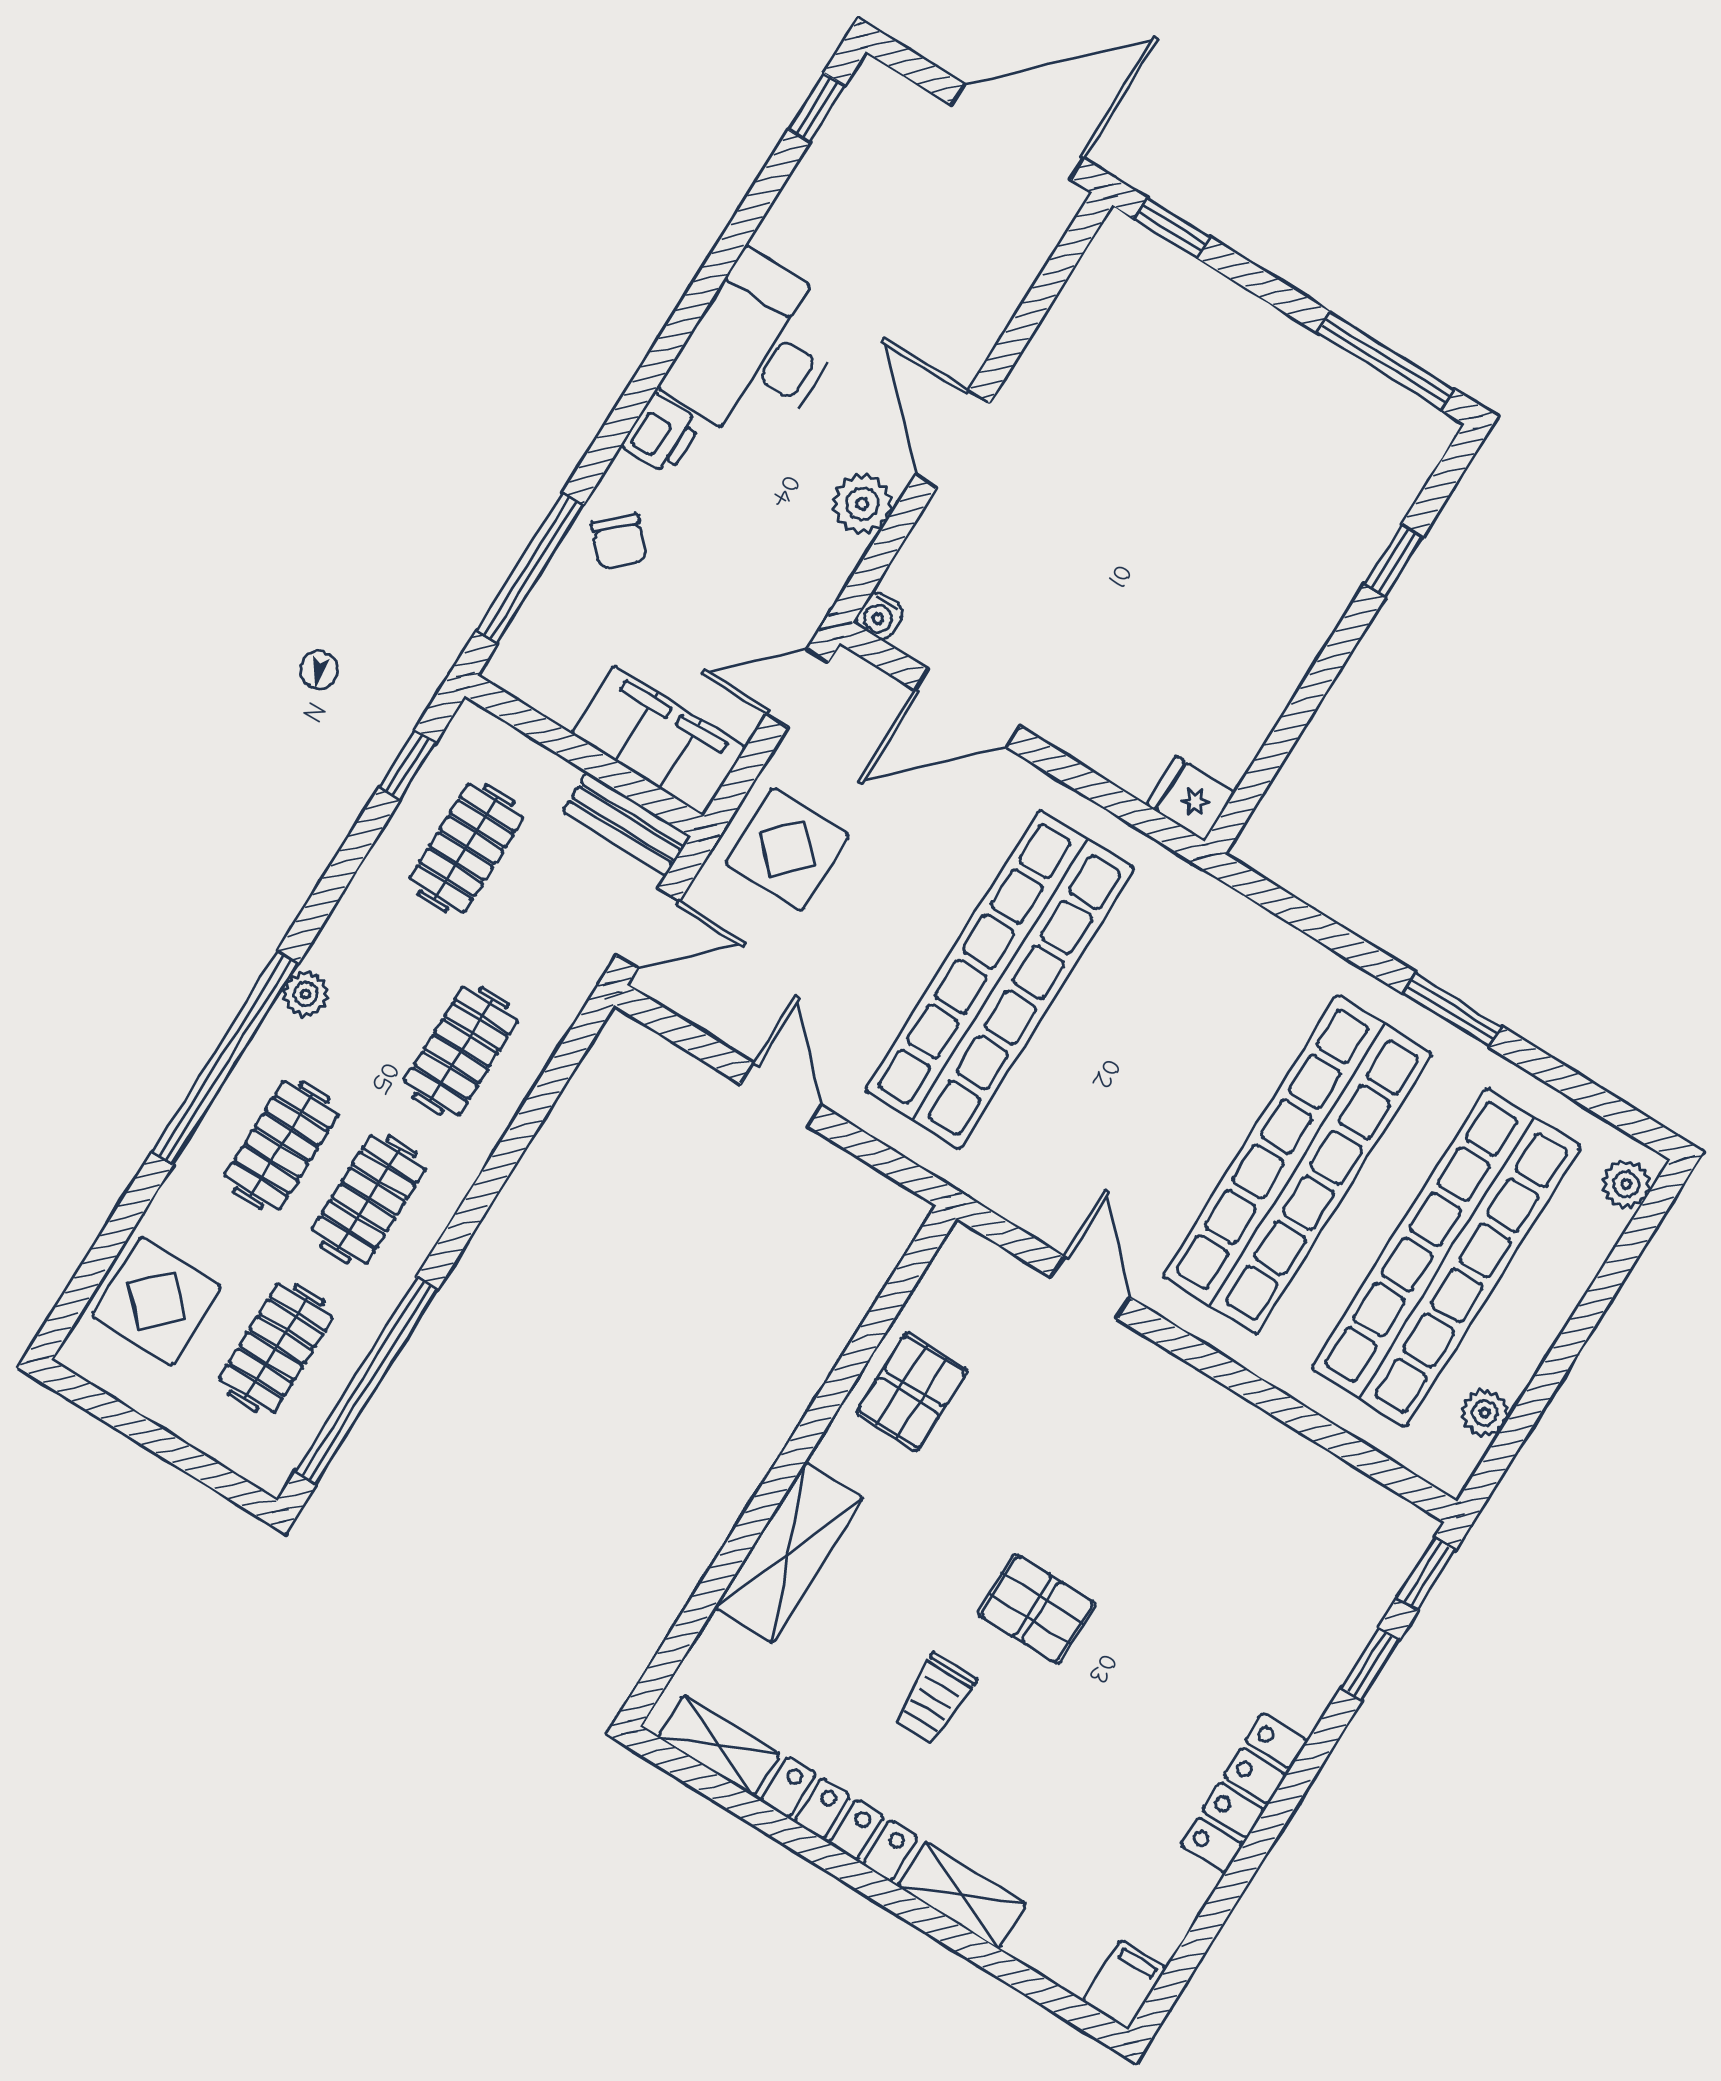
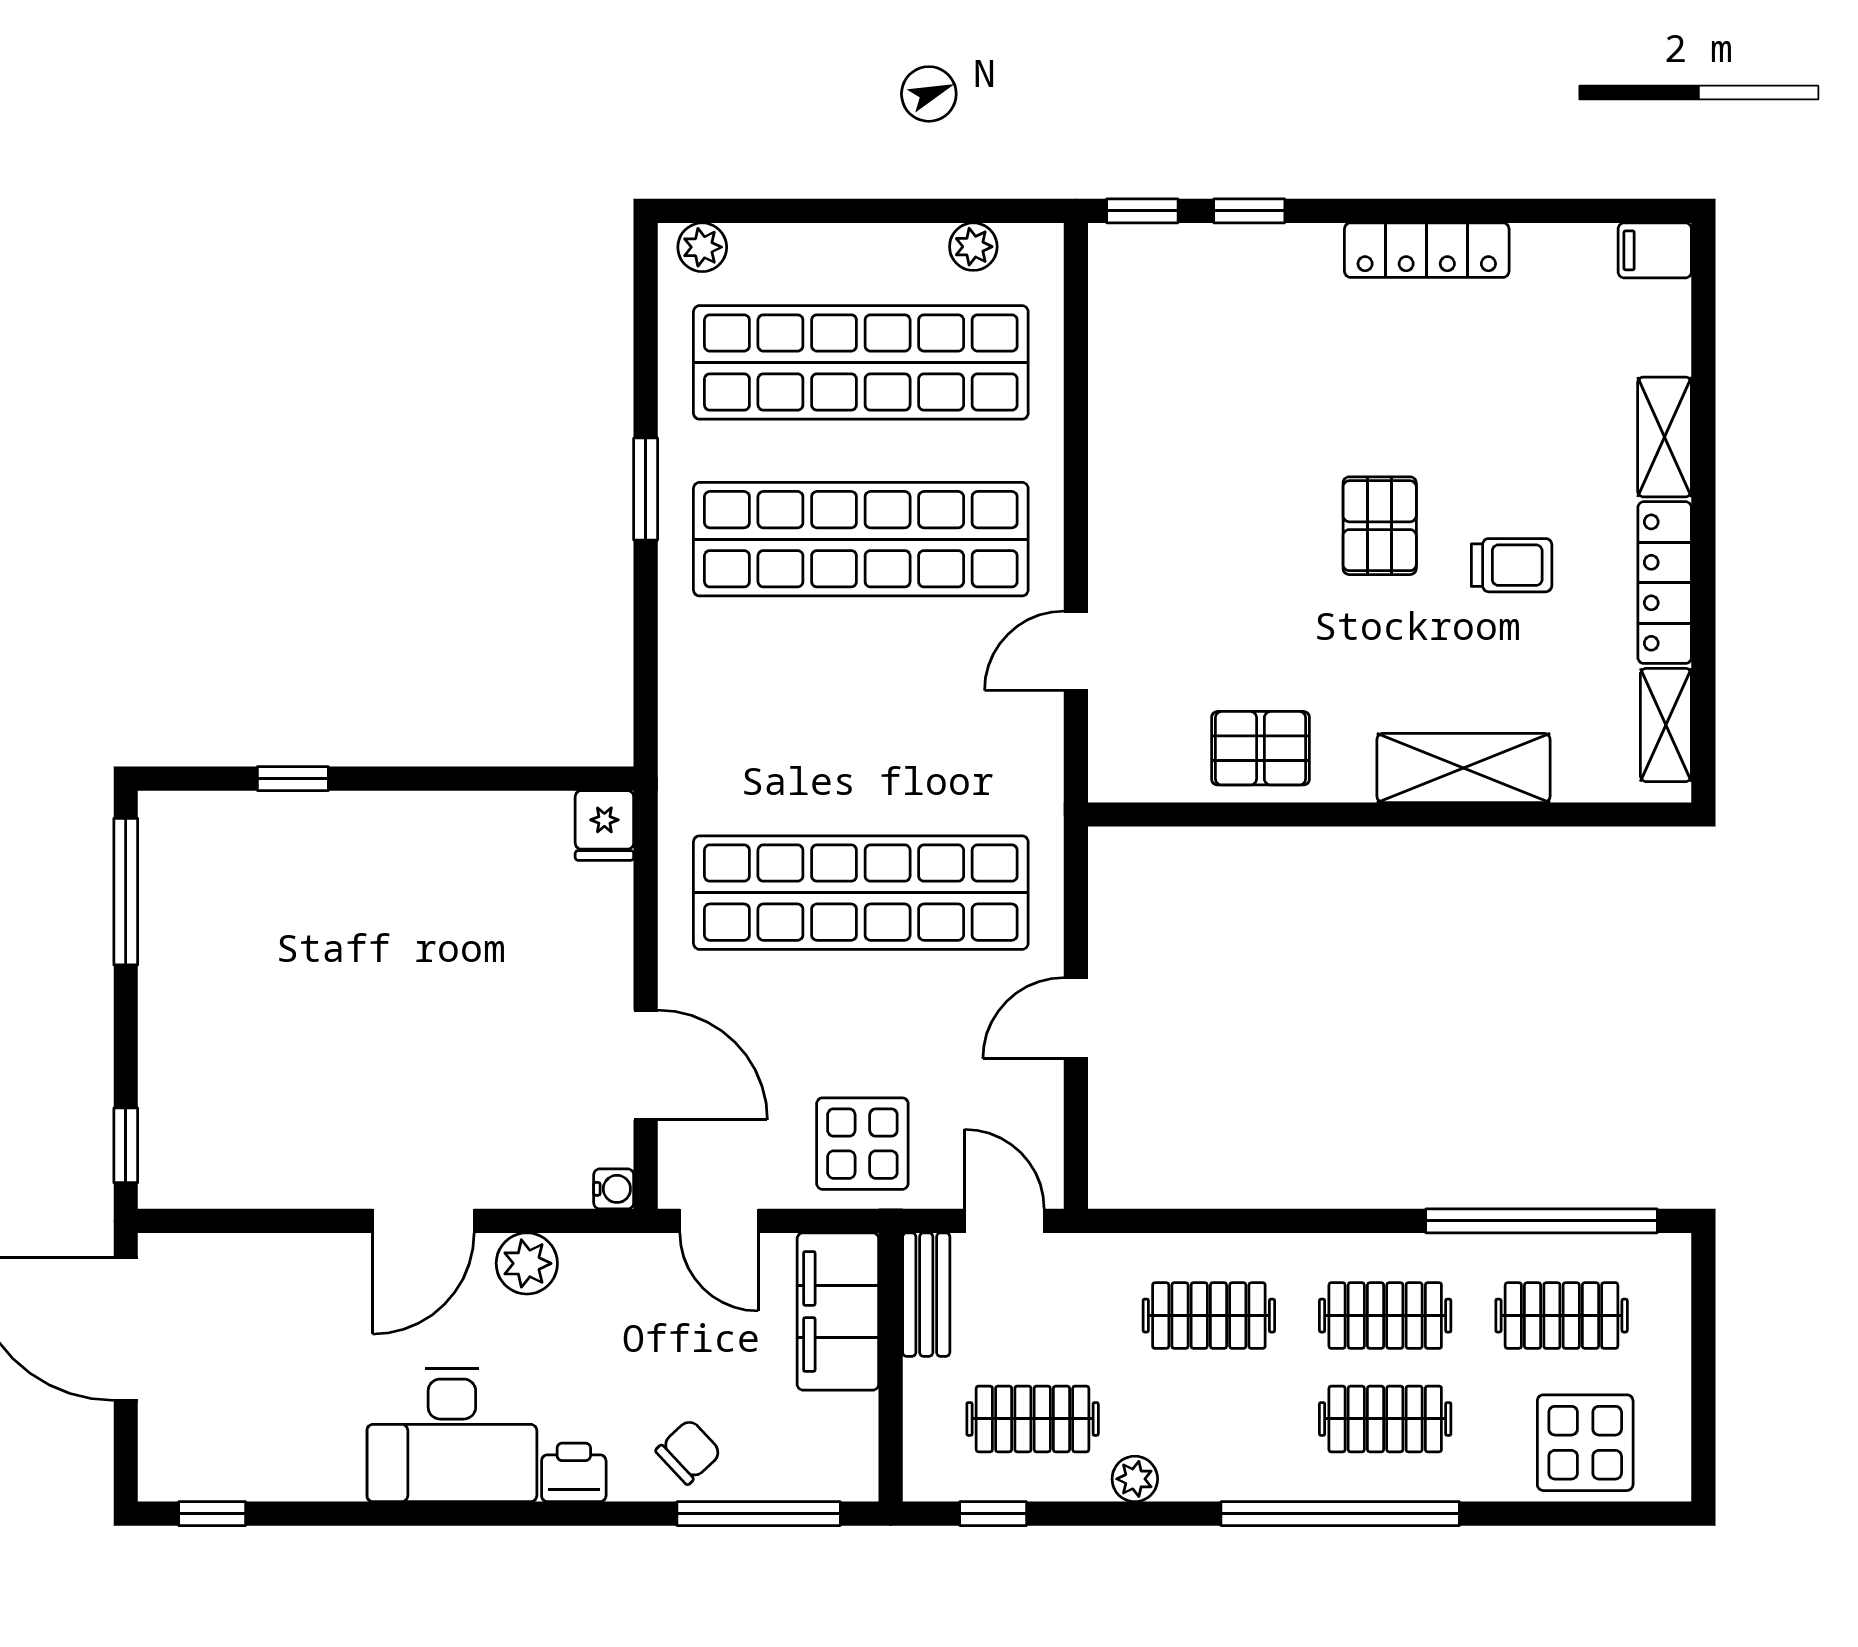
plant: (305, 994) -> (1135, 1479), moved

